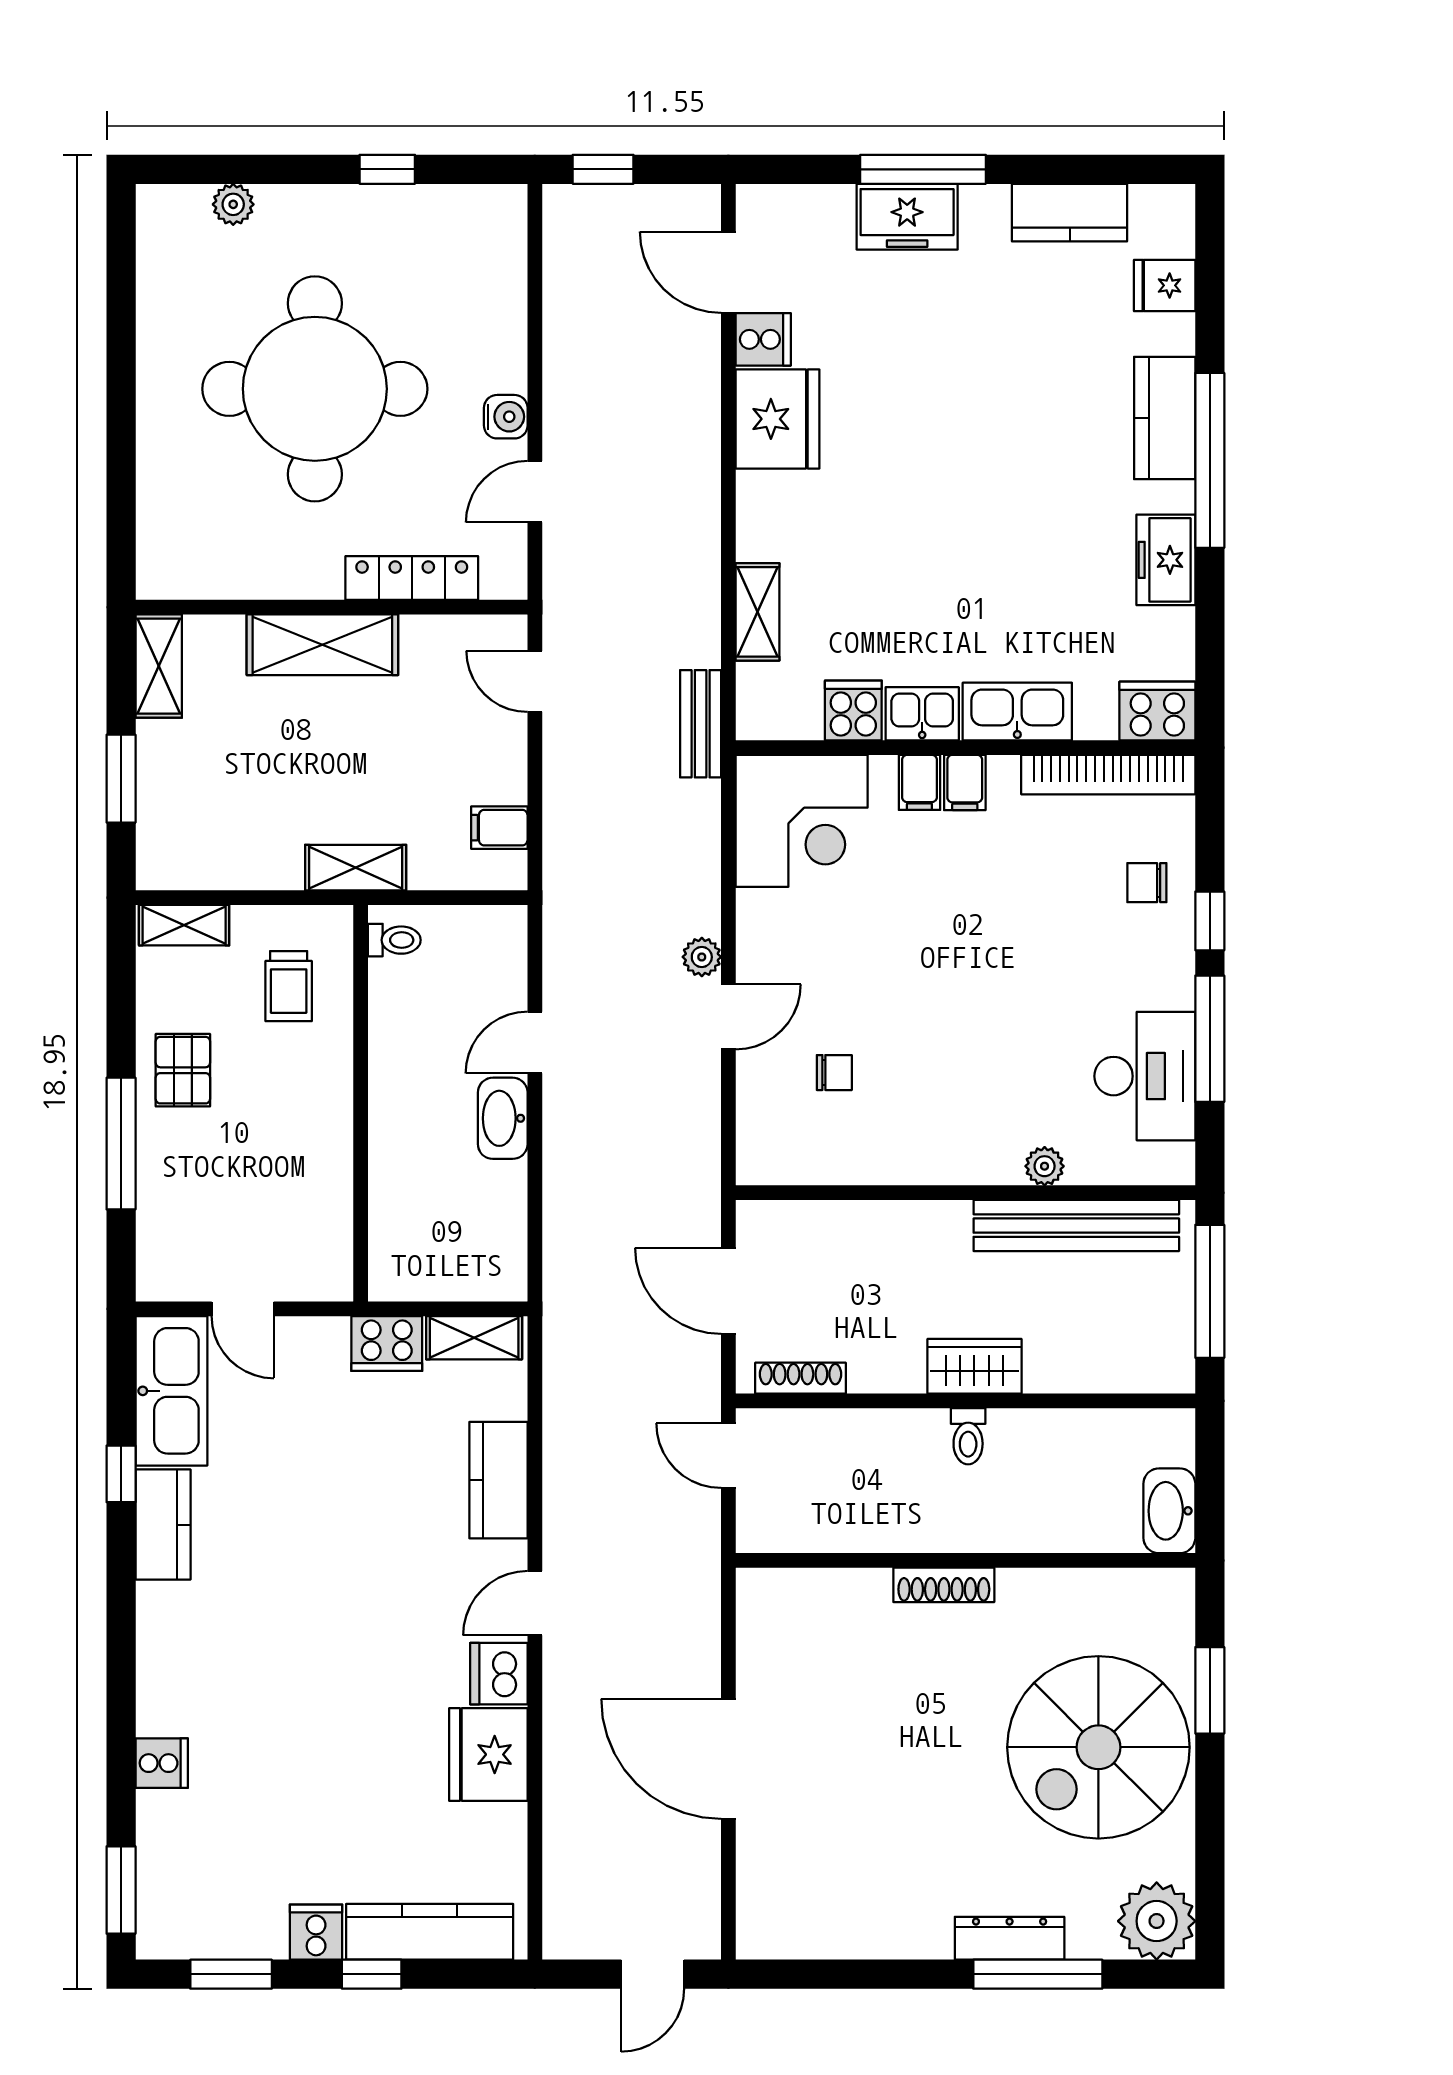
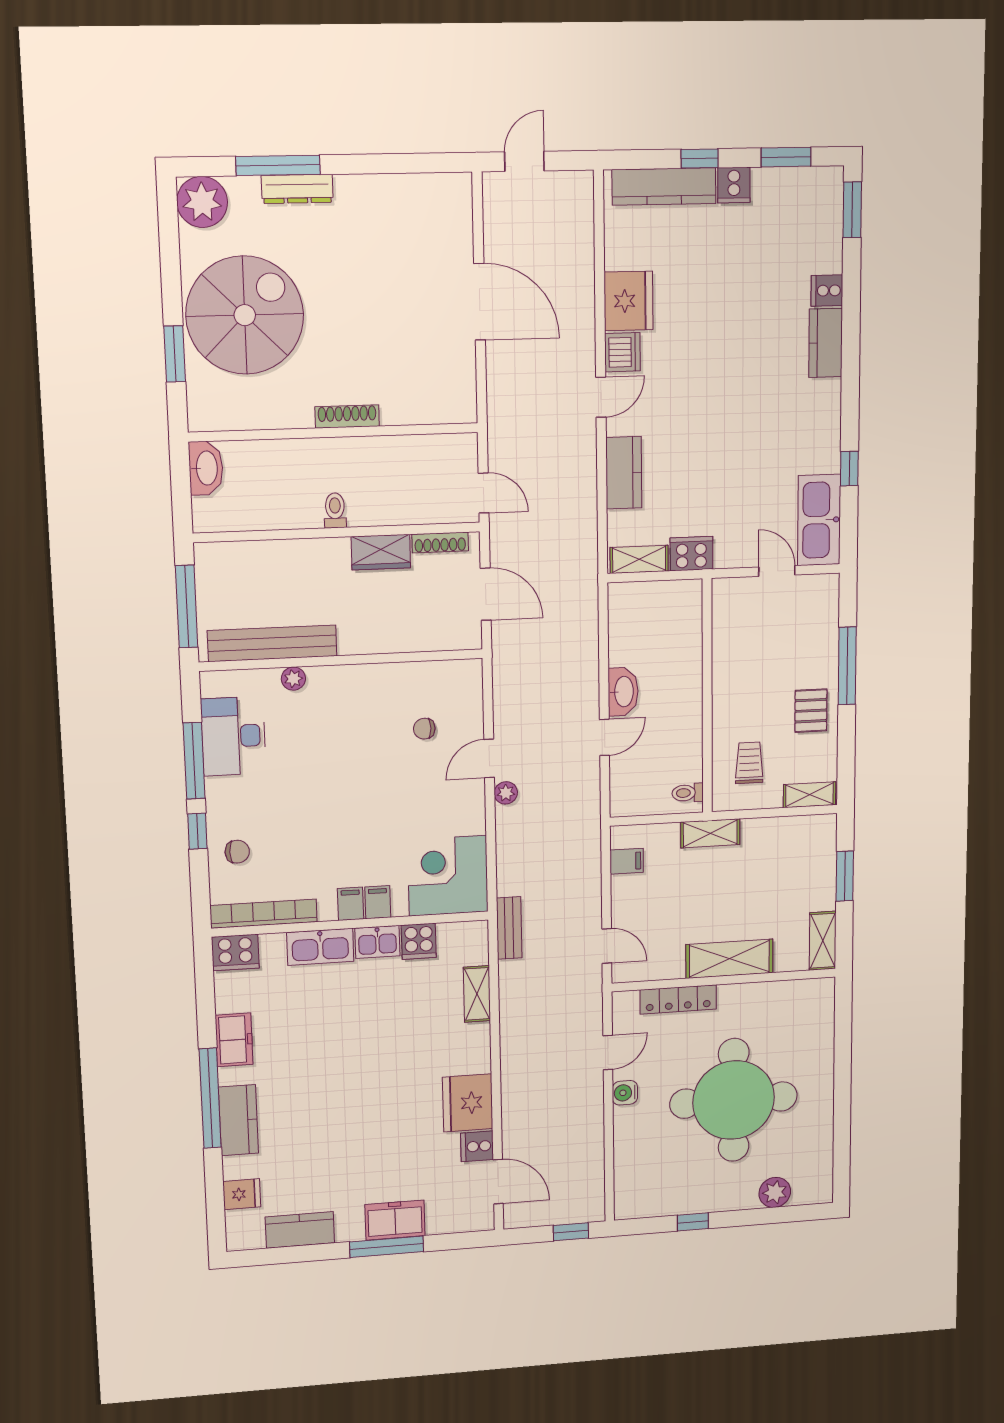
plant: (233, 204) -> (775, 1192), width x1.38, depth x1.38
wardrobe: (974, 1366) -> (381, 552), moved
kitchen counter: (163, 1525) -> (826, 343), moved

